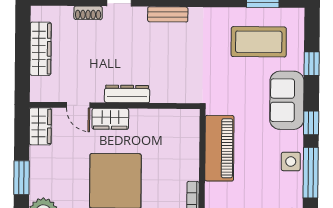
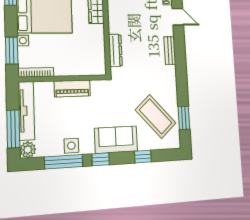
coffee table: (259, 42) -> (156, 116), turned -42
dresser: (127, 94) -> (115, 50), moved
piano: (219, 148) -> (72, 88), width x0.73, depth x0.75

